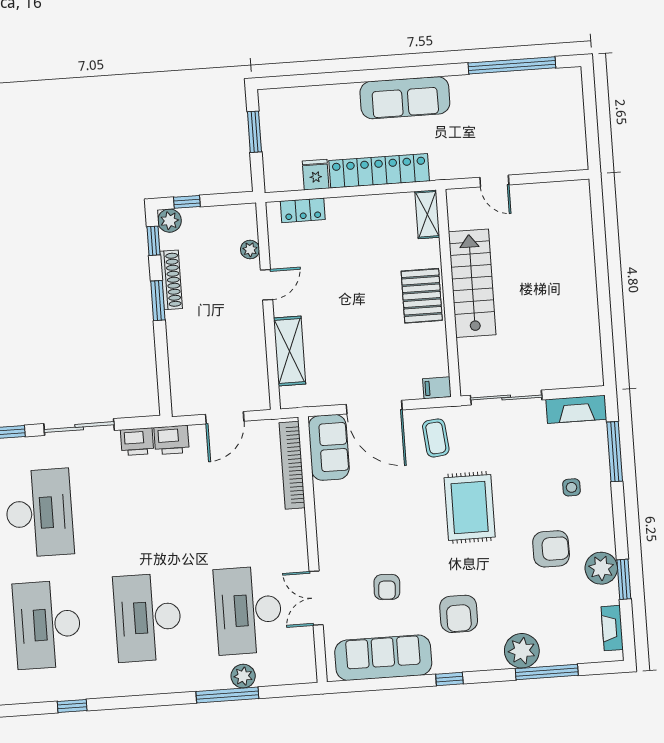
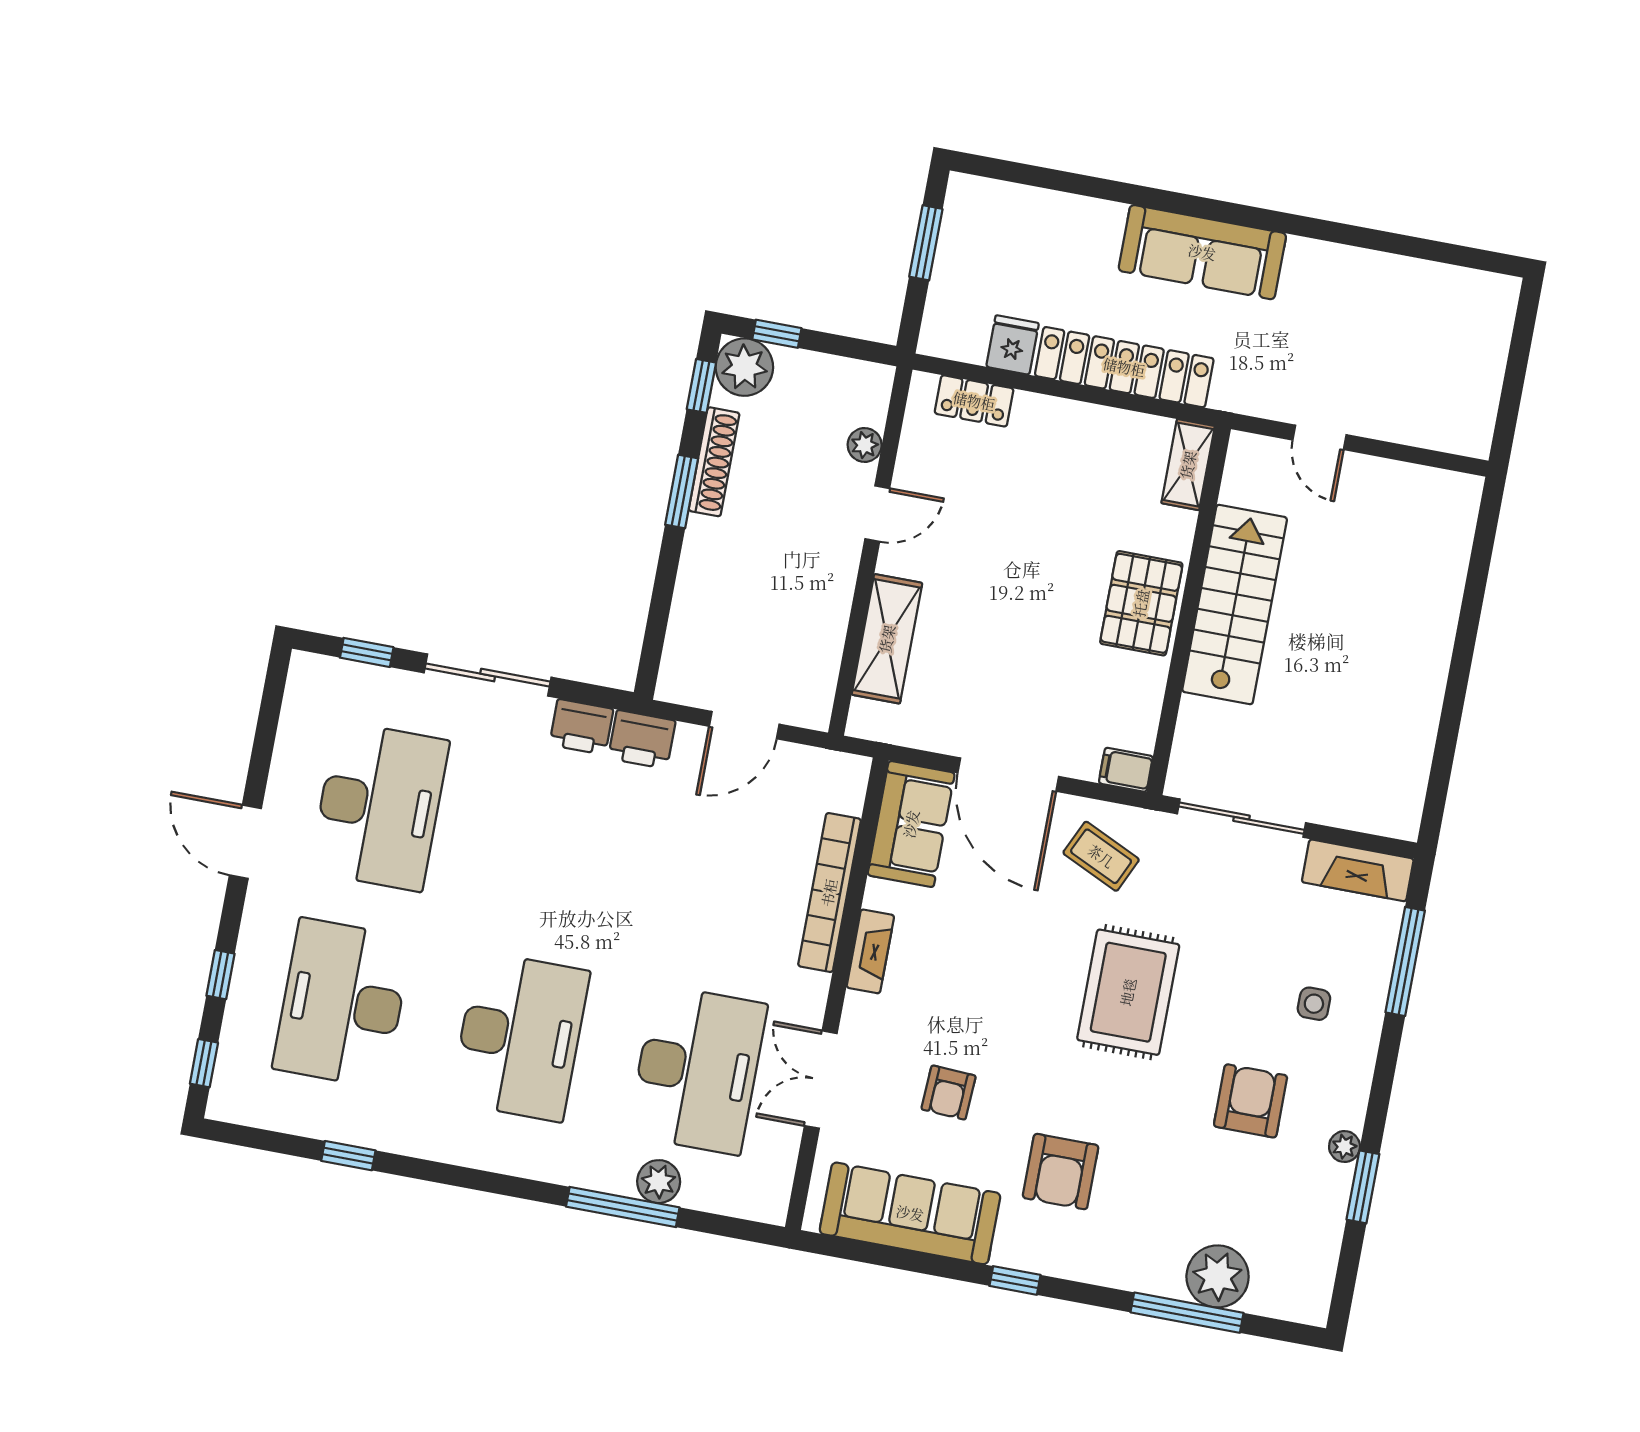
window: (512, 65) -> (1403, 245), removed
plant: (170, 221) -> (744, 367), width x1.36, depth x1.36
coffee table: (436, 438) -> (1101, 856), turned -59
bookcase: (292, 465) -> (829, 893), moved
armchair: (551, 549) -> (1251, 1101), turned -90
plant: (601, 568) -> (1344, 1147), width x0.53, depth x0.53
desk: (248, 610) -> (697, 1070), turned 180
desk: (148, 617) -> (520, 1036), turned 180
fireplace: (612, 628) -> (870, 951), moved, turned 180
plant: (522, 651) -> (1218, 1276), moved

